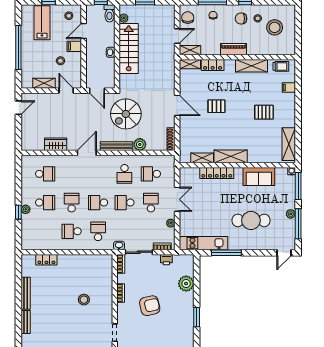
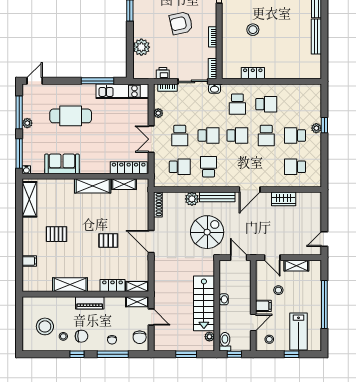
door: (177, 36) -> (151, 317), swing flipped
trolley: (281, 66) -> (38, 284), removed
locker: (217, 173) -> (129, 168), moved
locker: (46, 260) -> (253, 73), moved

